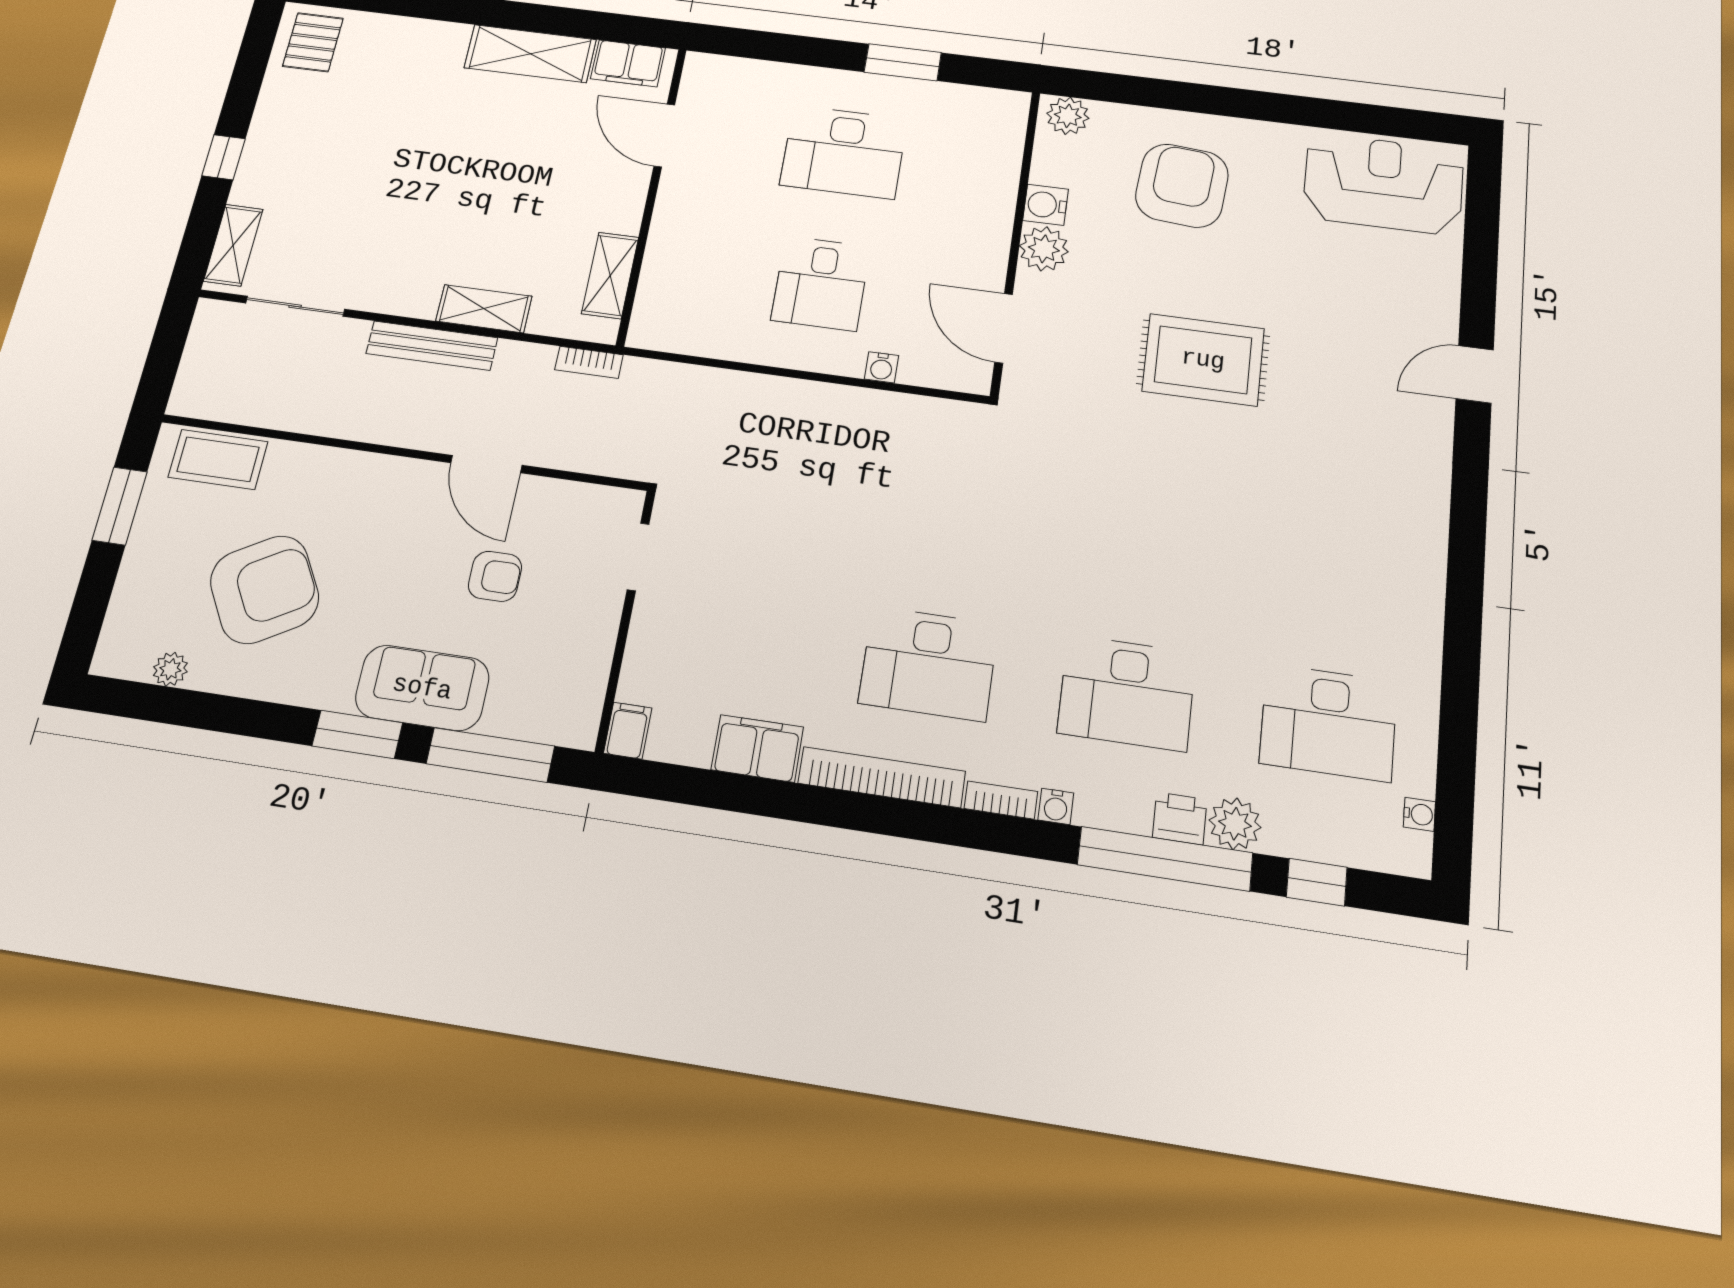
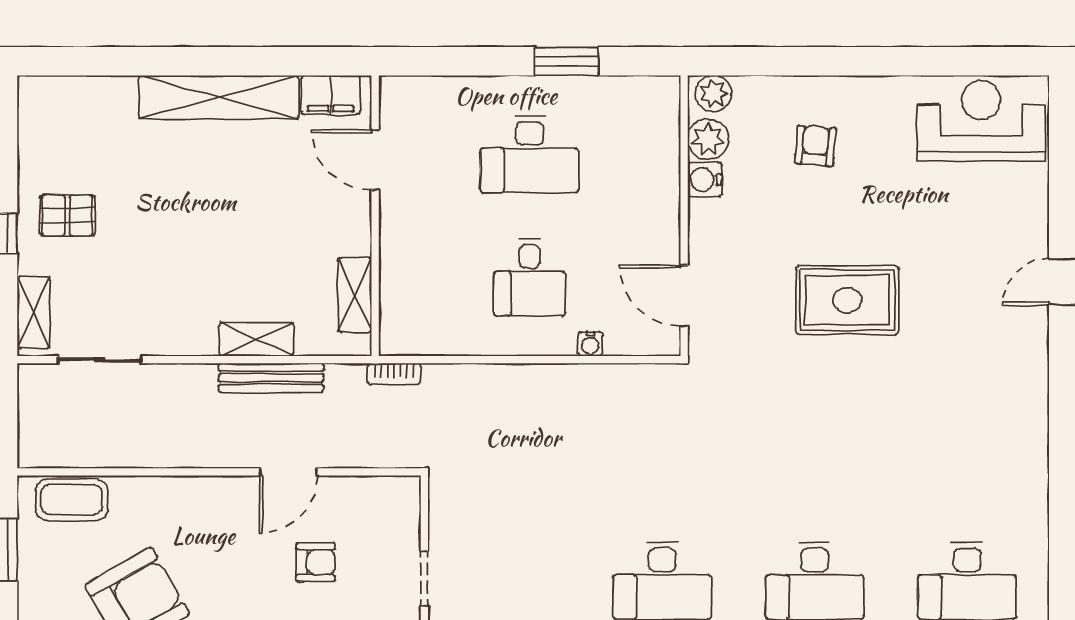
pallet: (313, 42) -> (67, 215), moved, turned 90
shelving: (530, 54) -> (219, 97), width x1.47
armchair: (1182, 186) -> (815, 146), width x0.53, depth x0.53
plant: (1044, 249) -> (708, 139), moved
bench: (432, 346) -> (271, 378), moved
bookcase: (589, 362) -> (394, 374), moved
door: (486, 464) -> (288, 472), hinge flipped
doorway: (638, 557) -> (424, 578), moved

